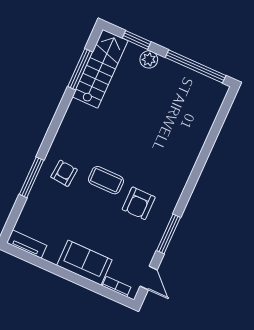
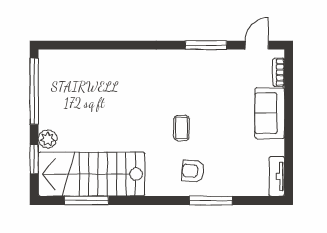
stairs: (100, 69) -> (92, 174), width x1.36, depth x1.51
coffee table: (106, 180) -> (182, 128), width x0.73, depth x0.77
armchair: (139, 203) -> (190, 87), removed

